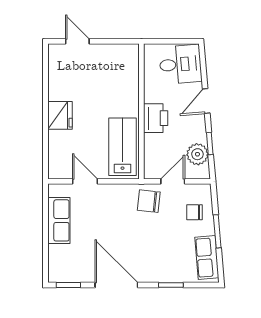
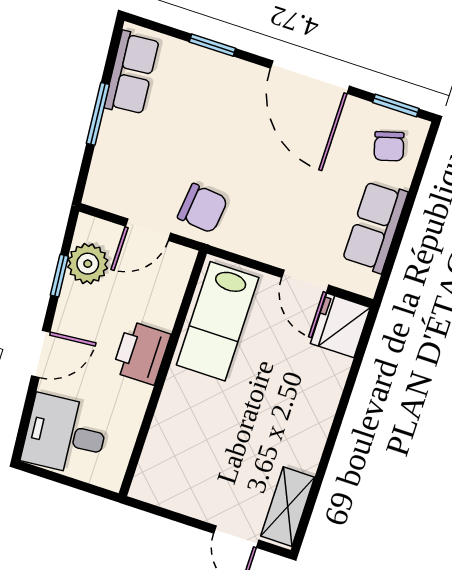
shelving: (57, 65) -> (288, 507), added
fridge: (60, 115) -> (340, 325), moved
chair: (194, 212) -> (389, 146), moved, turned 74

